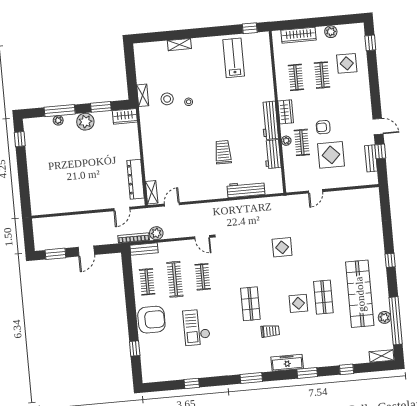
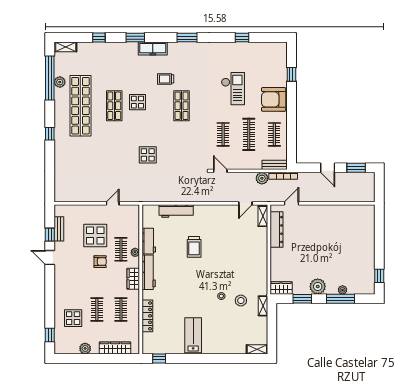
shelving: (179, 45) -> (257, 349), moved
lab bench: (234, 58) -> (193, 335), moved, turned 180
locker: (267, 73) -> (147, 316), added
door: (86, 251) -> (328, 168), swing flipped

